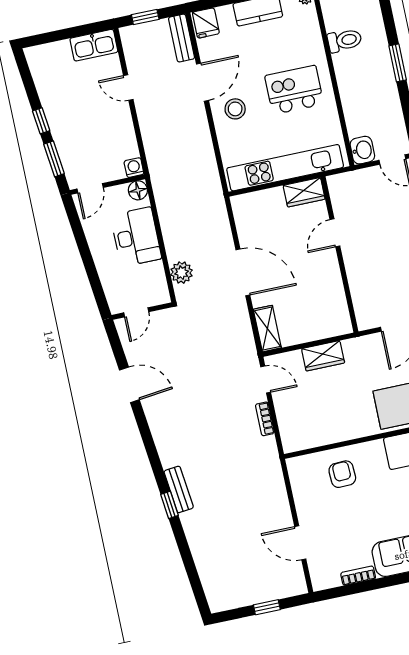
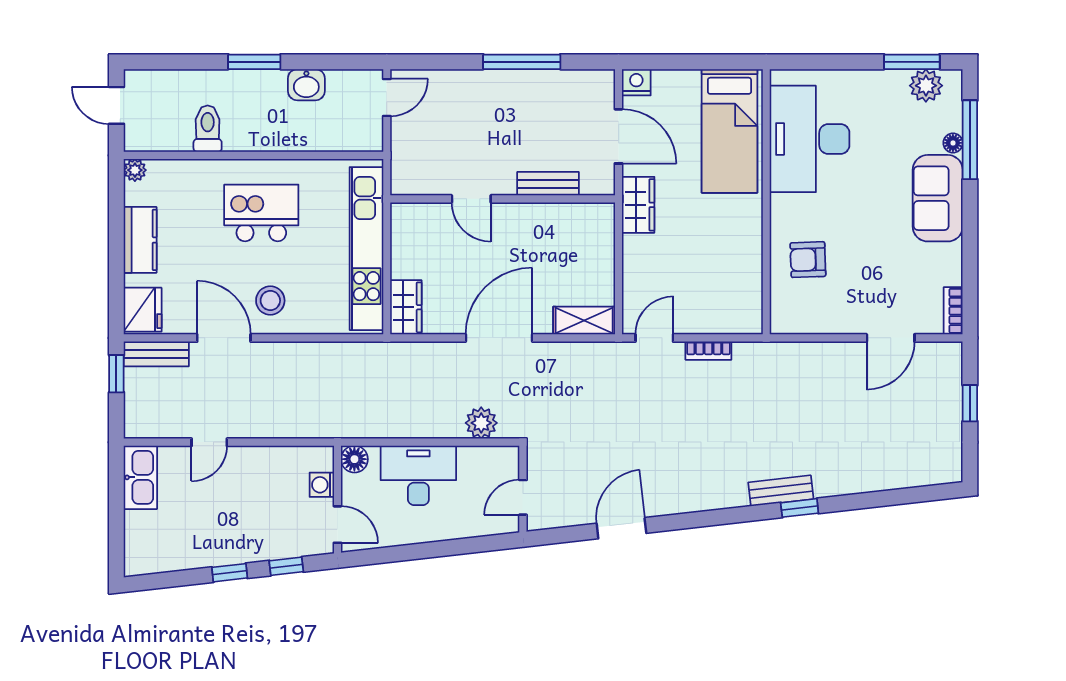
window: (145, 17) -> (116, 374), moved
fridge: (206, 23) -> (143, 310), width x1.38
kitchen island: (294, 90) -> (261, 213), turned 90
washbasin: (362, 150) -> (306, 85), moved, turned 180
window: (54, 159) -> (286, 566), width x0.67
washing machine: (134, 168) -> (322, 485), moved
wardrobe: (304, 192) -> (406, 307), moved
bench: (357, 284) -> (548, 184), added
door: (136, 312) -> (523, 497), swing flipped
wardrobe: (323, 356) -> (638, 205), moved
bookcase: (358, 576) -> (953, 311), moved

